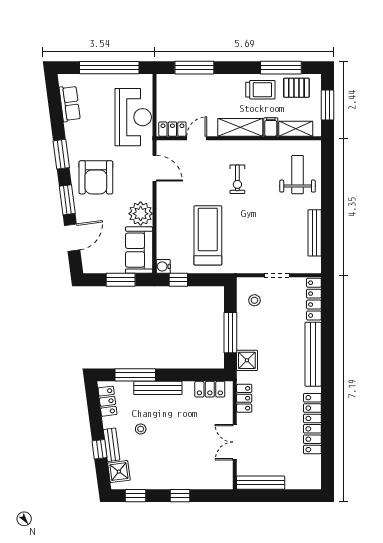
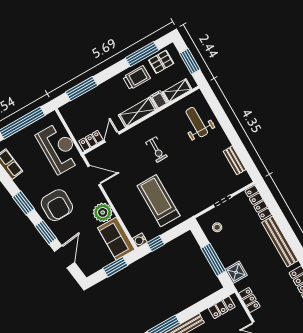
bench: (315, 233) -> (235, 160), width x0.73

